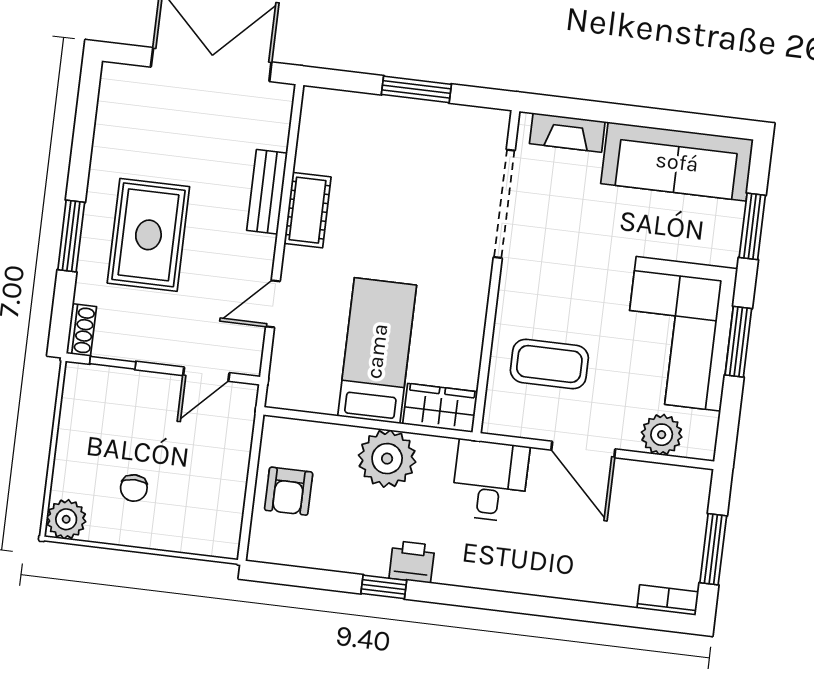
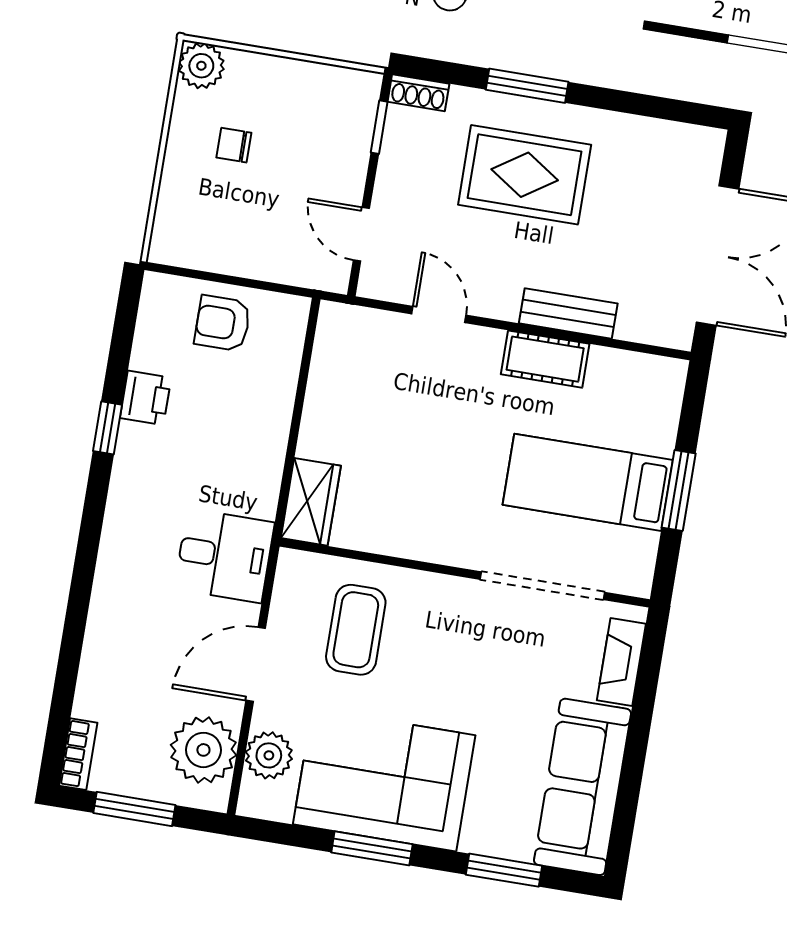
bed: (377, 351) -> (588, 482), moved, turned 180
plant: (387, 459) -> (203, 750), moved
printer: (412, 562) -> (146, 398), moved

